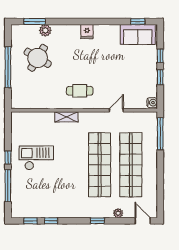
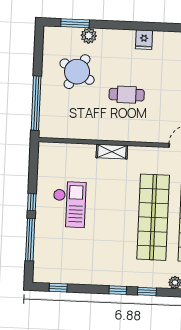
window: (8, 67) -> (36, 103), moved
cafe table: (80, 91) -> (127, 95), moved
checkout: (36, 158) -> (69, 204), turned 90
window: (51, 221) -> (118, 290), moved

